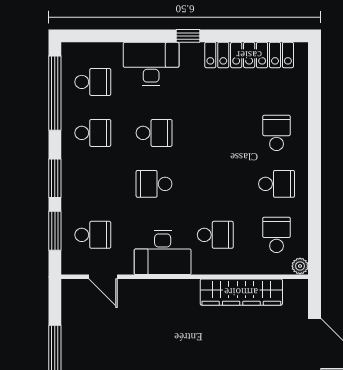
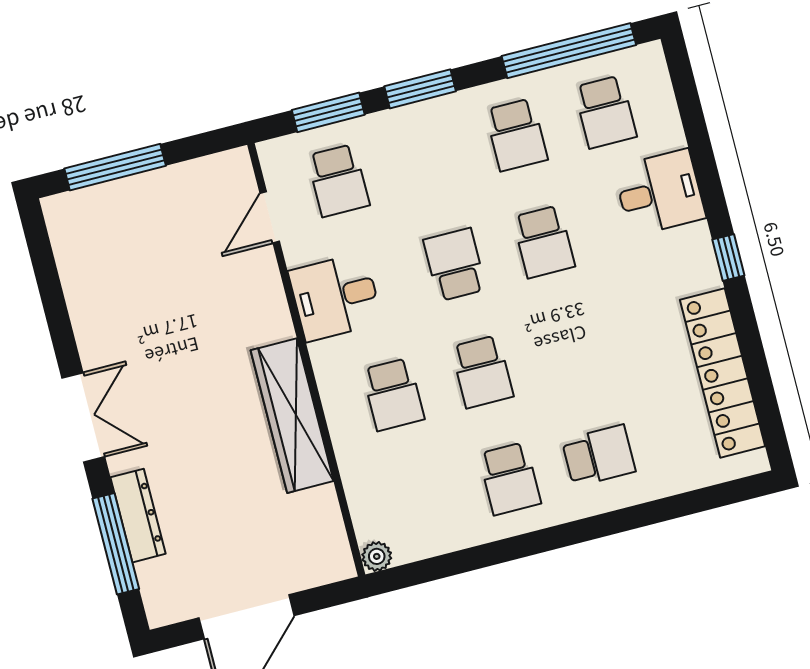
desk: (151, 64) -> (660, 193), width x0.73
school desk: (277, 235) -> (482, 372), moved, turned 90
desk: (163, 252) -> (335, 297), width x0.73
wardrobe: (241, 292) -> (292, 416), moved

